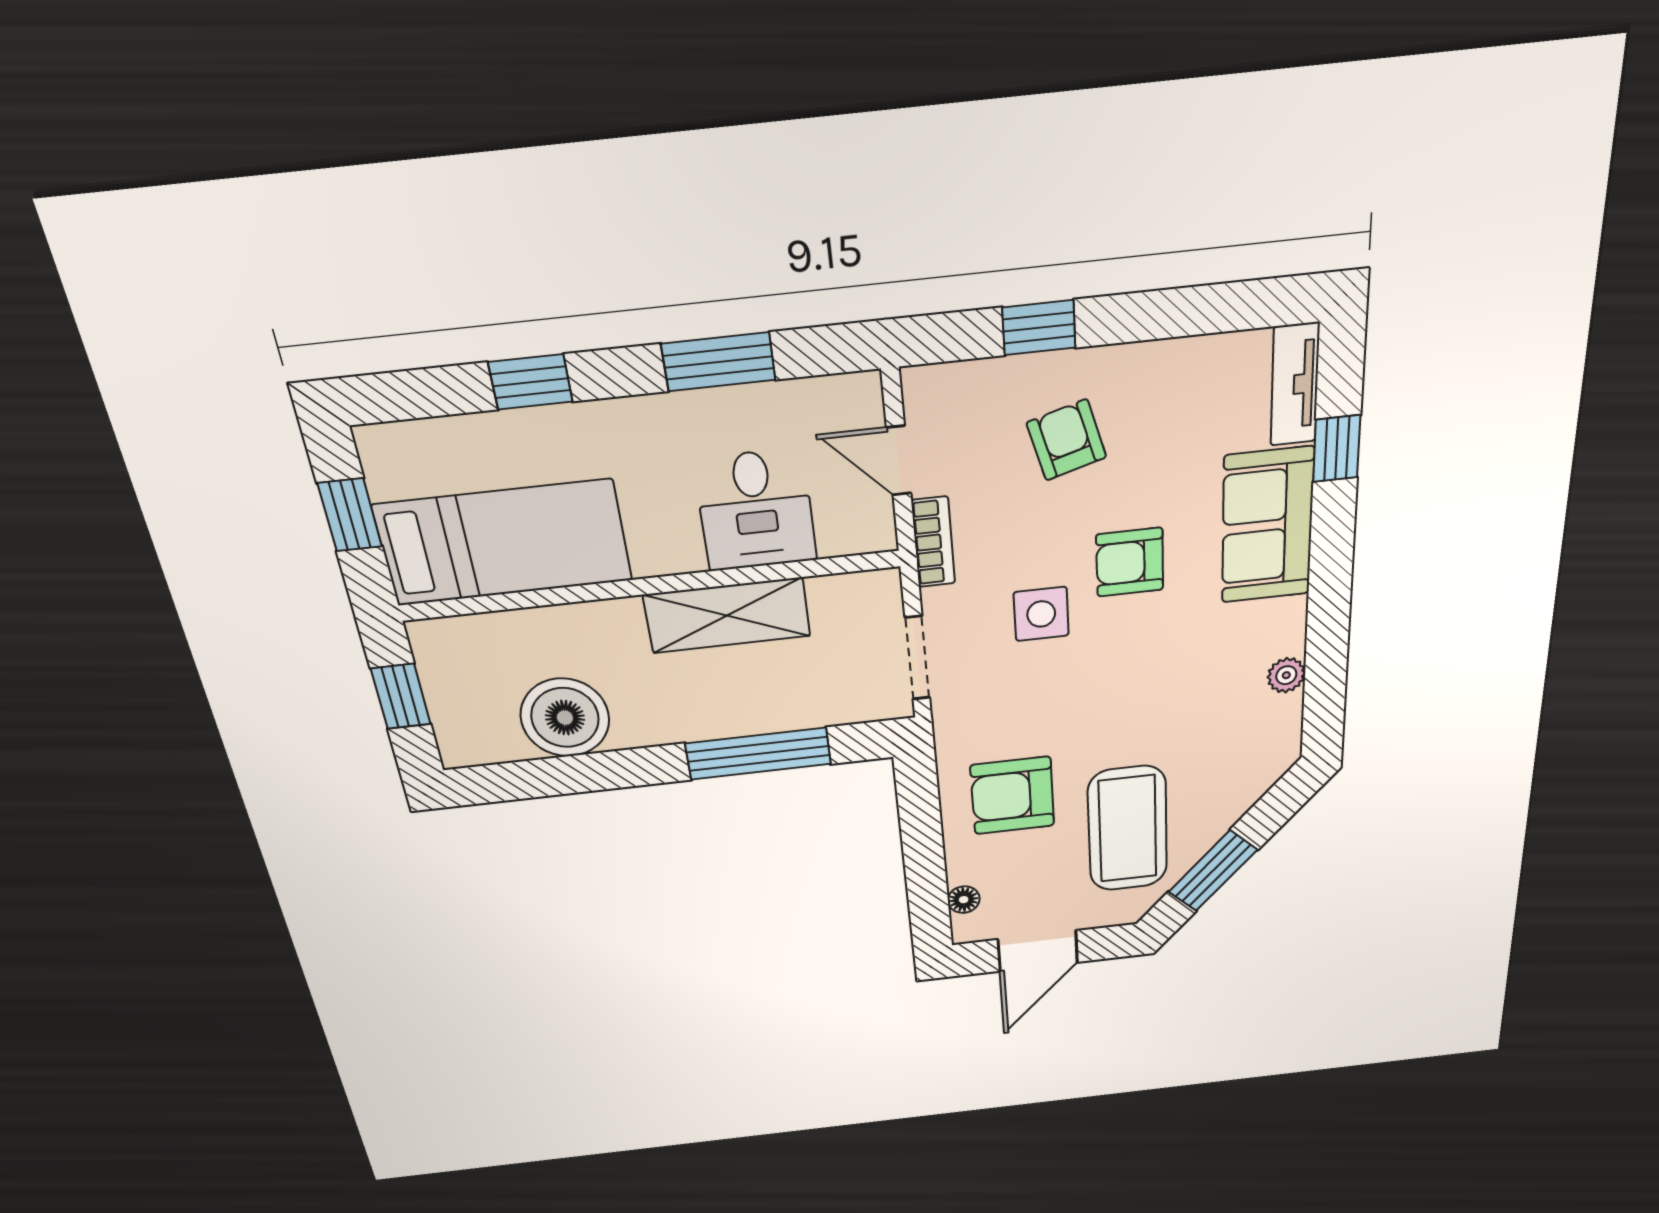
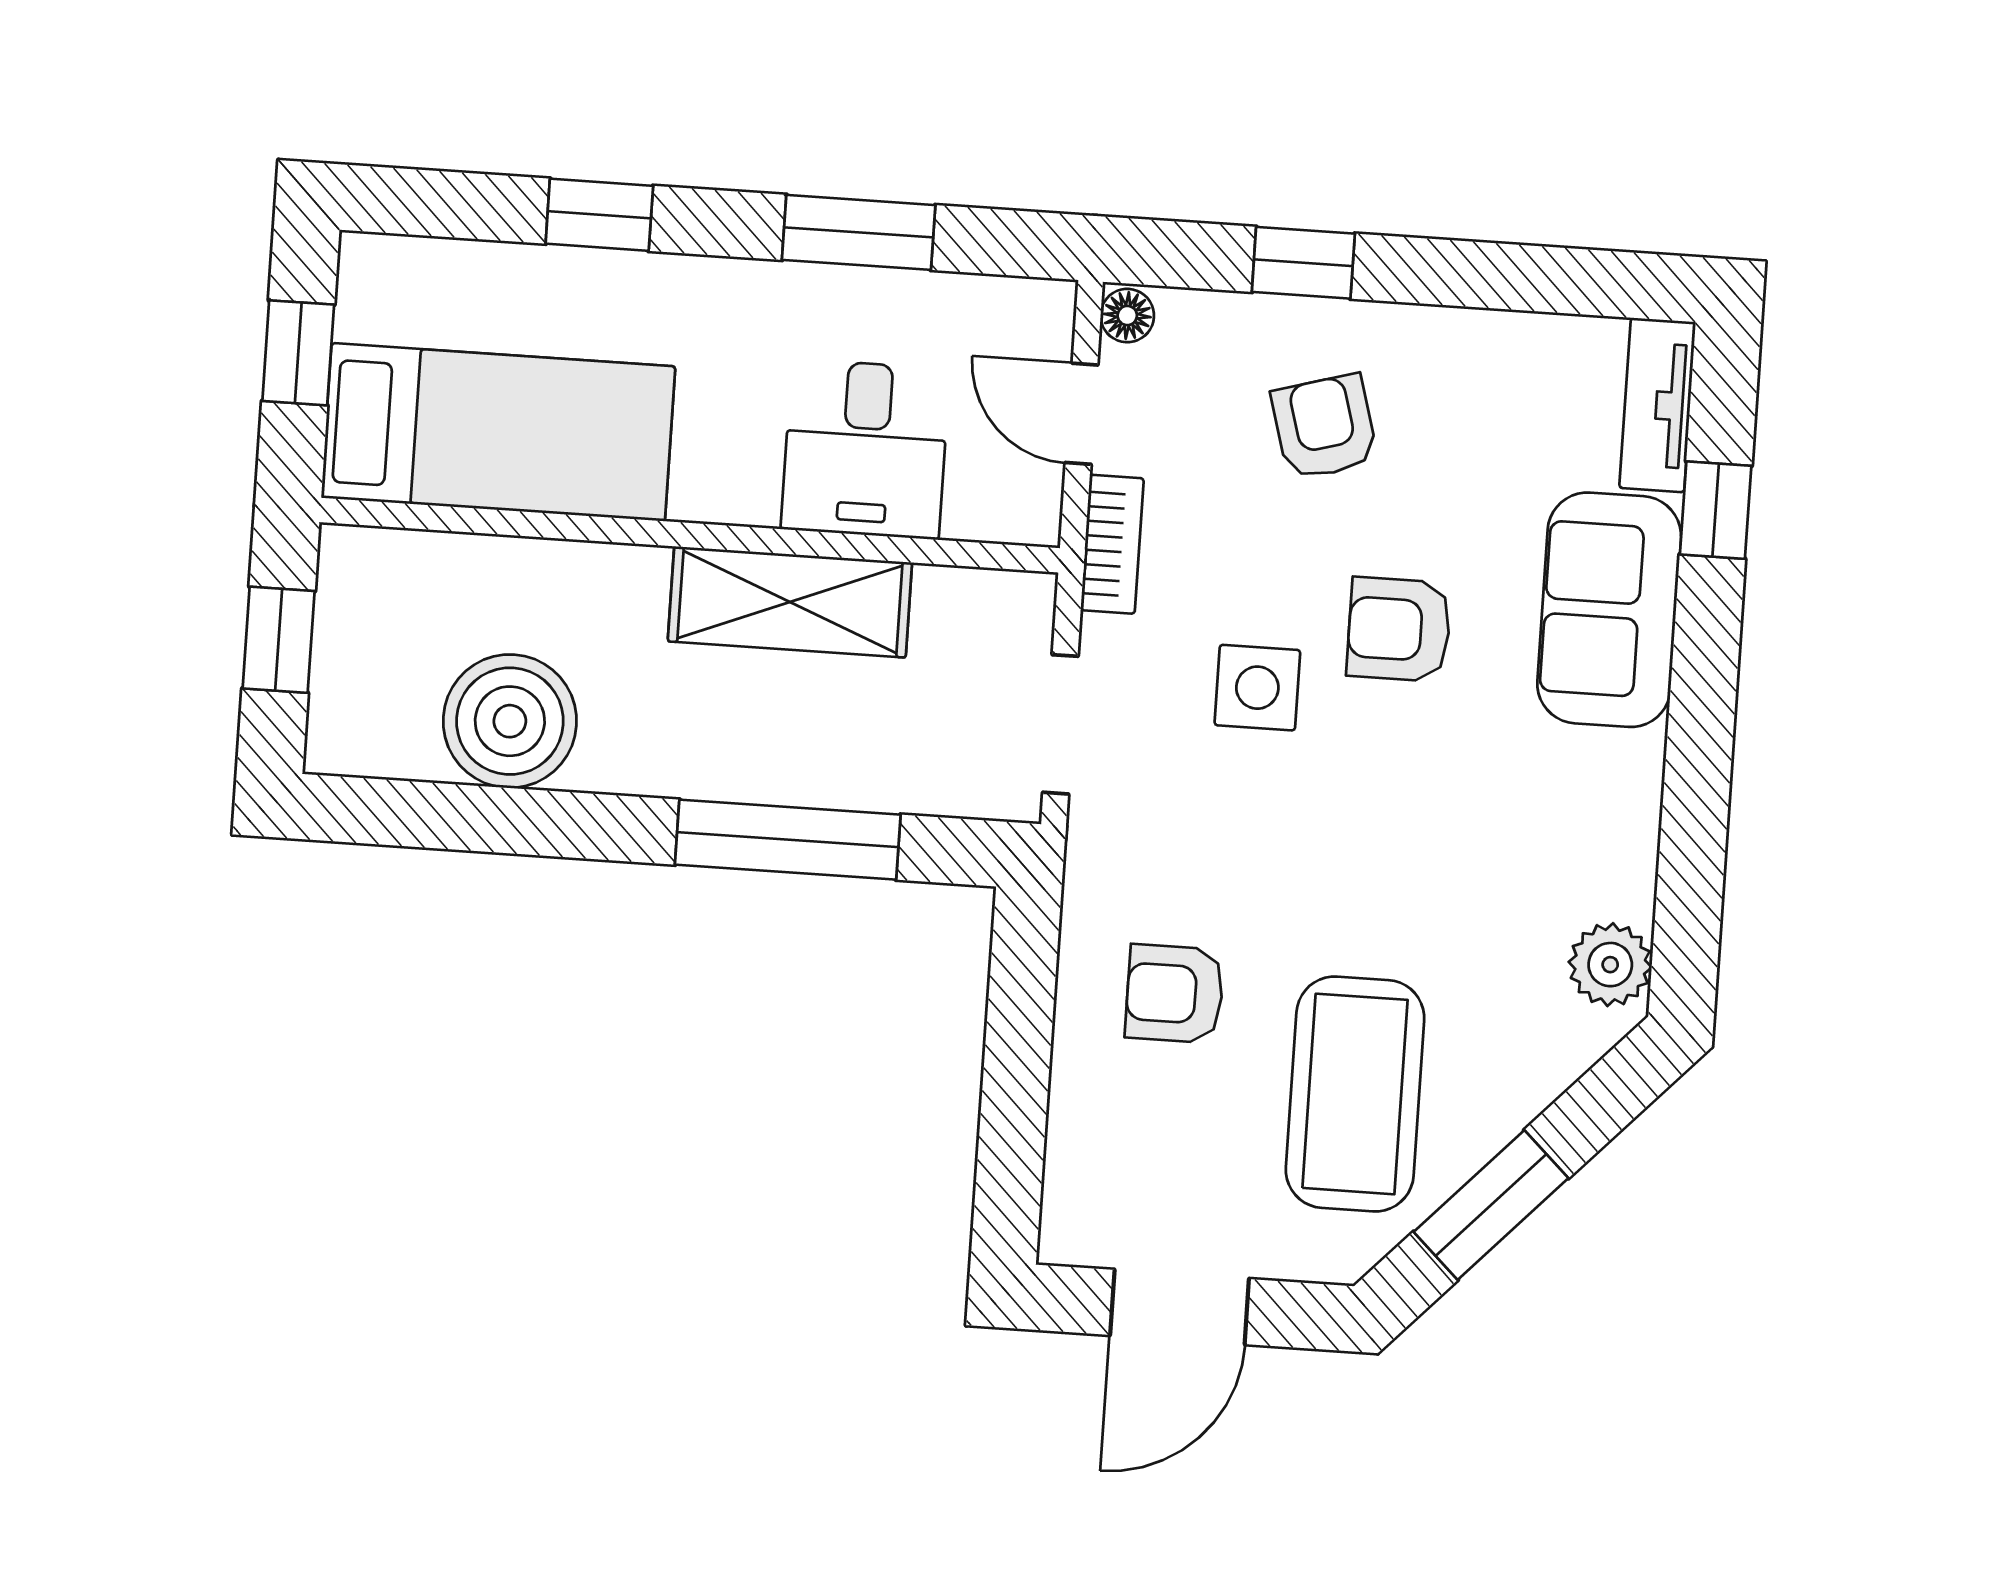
plant: (1286, 675) -> (1610, 965), moved, width x1.38, depth x1.38
armchair: (1012, 796) -> (1175, 994), width x0.72, depth x0.72
floor lamp: (964, 900) -> (1127, 316), moved

